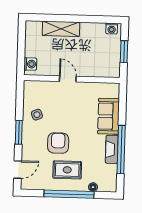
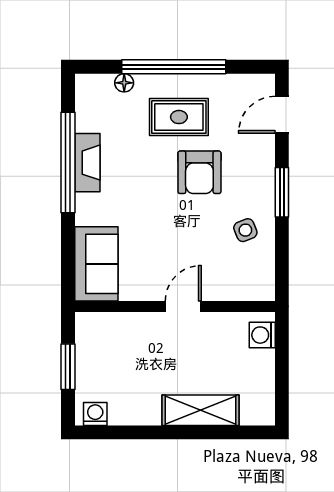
door: (68, 79) -> (183, 306), swing flipped
sofa: (109, 116) -> (96, 264), moved

